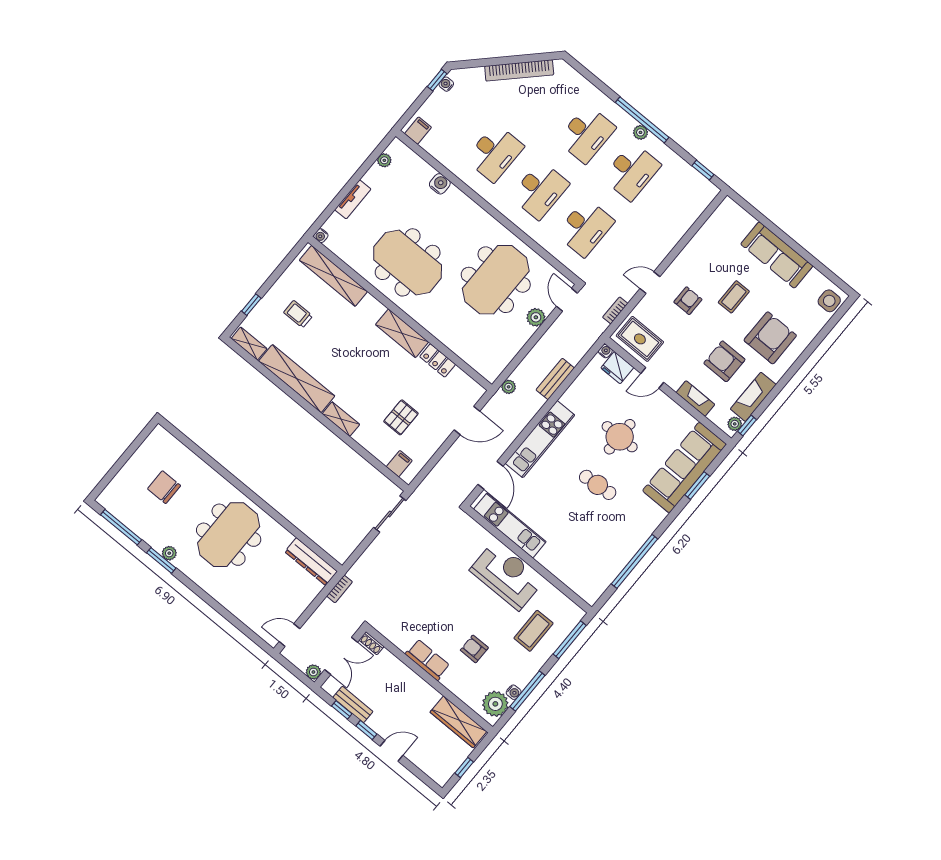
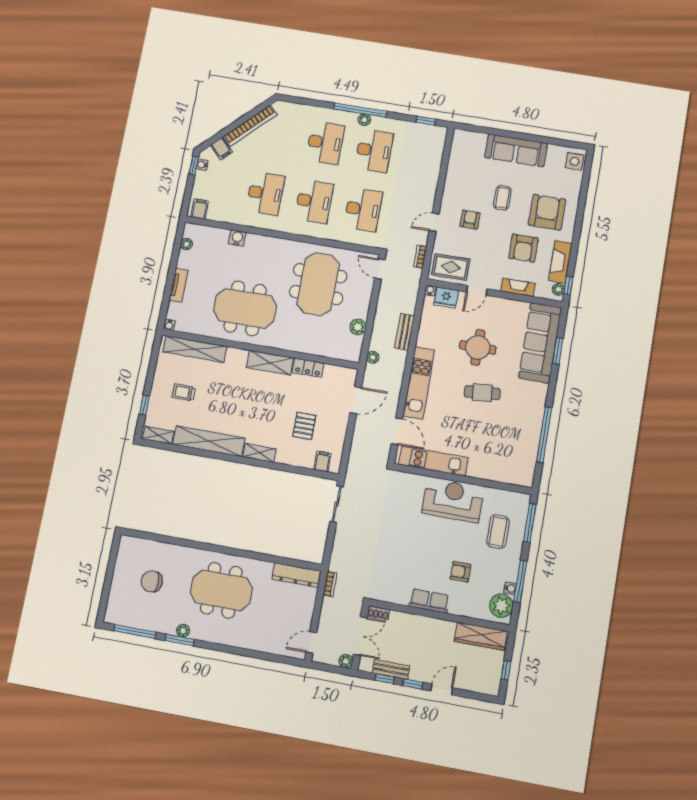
filing cabinet: (476, 78) -> (221, 148), added
plant: (536, 317) -> (358, 327), moved
armchair: (724, 361) -> (523, 248), turned -90
meeting table: (229, 535) -> (221, 590), turned 90

